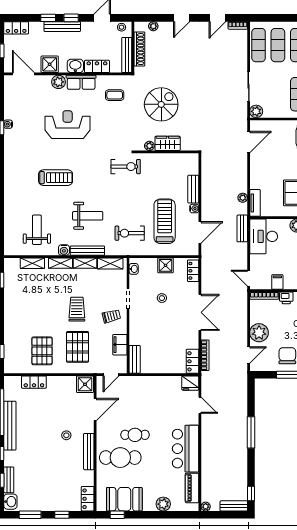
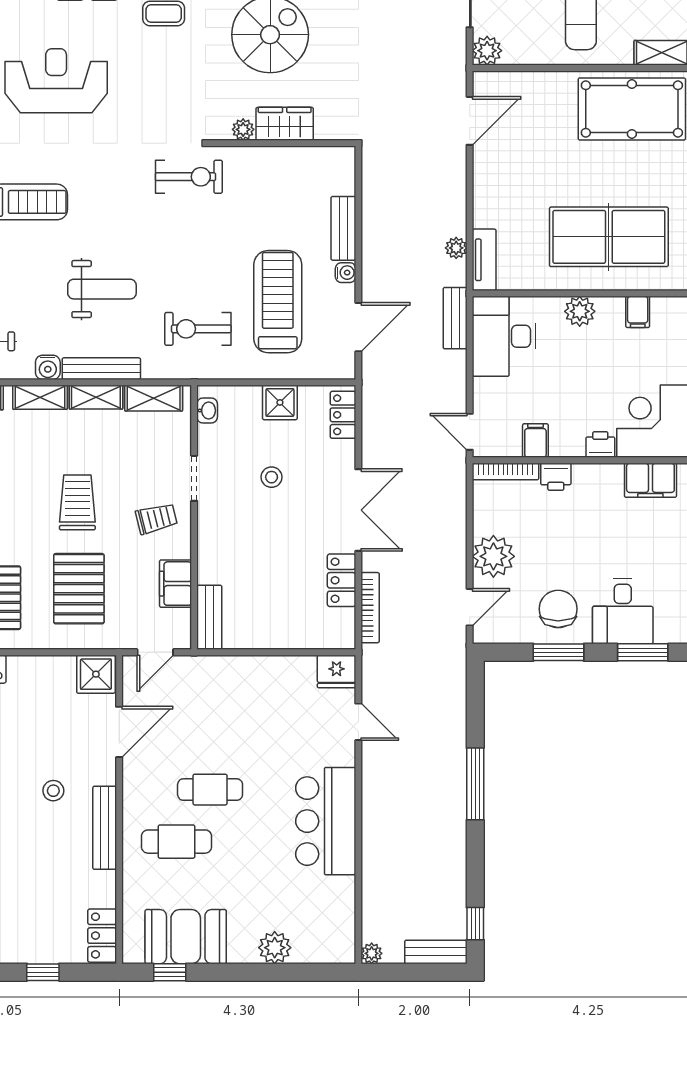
locker: (193, 361) -> (342, 580), moved
cafe table: (120, 458) -> (177, 842), width x0.73, depth x0.74
piano: (192, 488) -> (340, 911), removed

